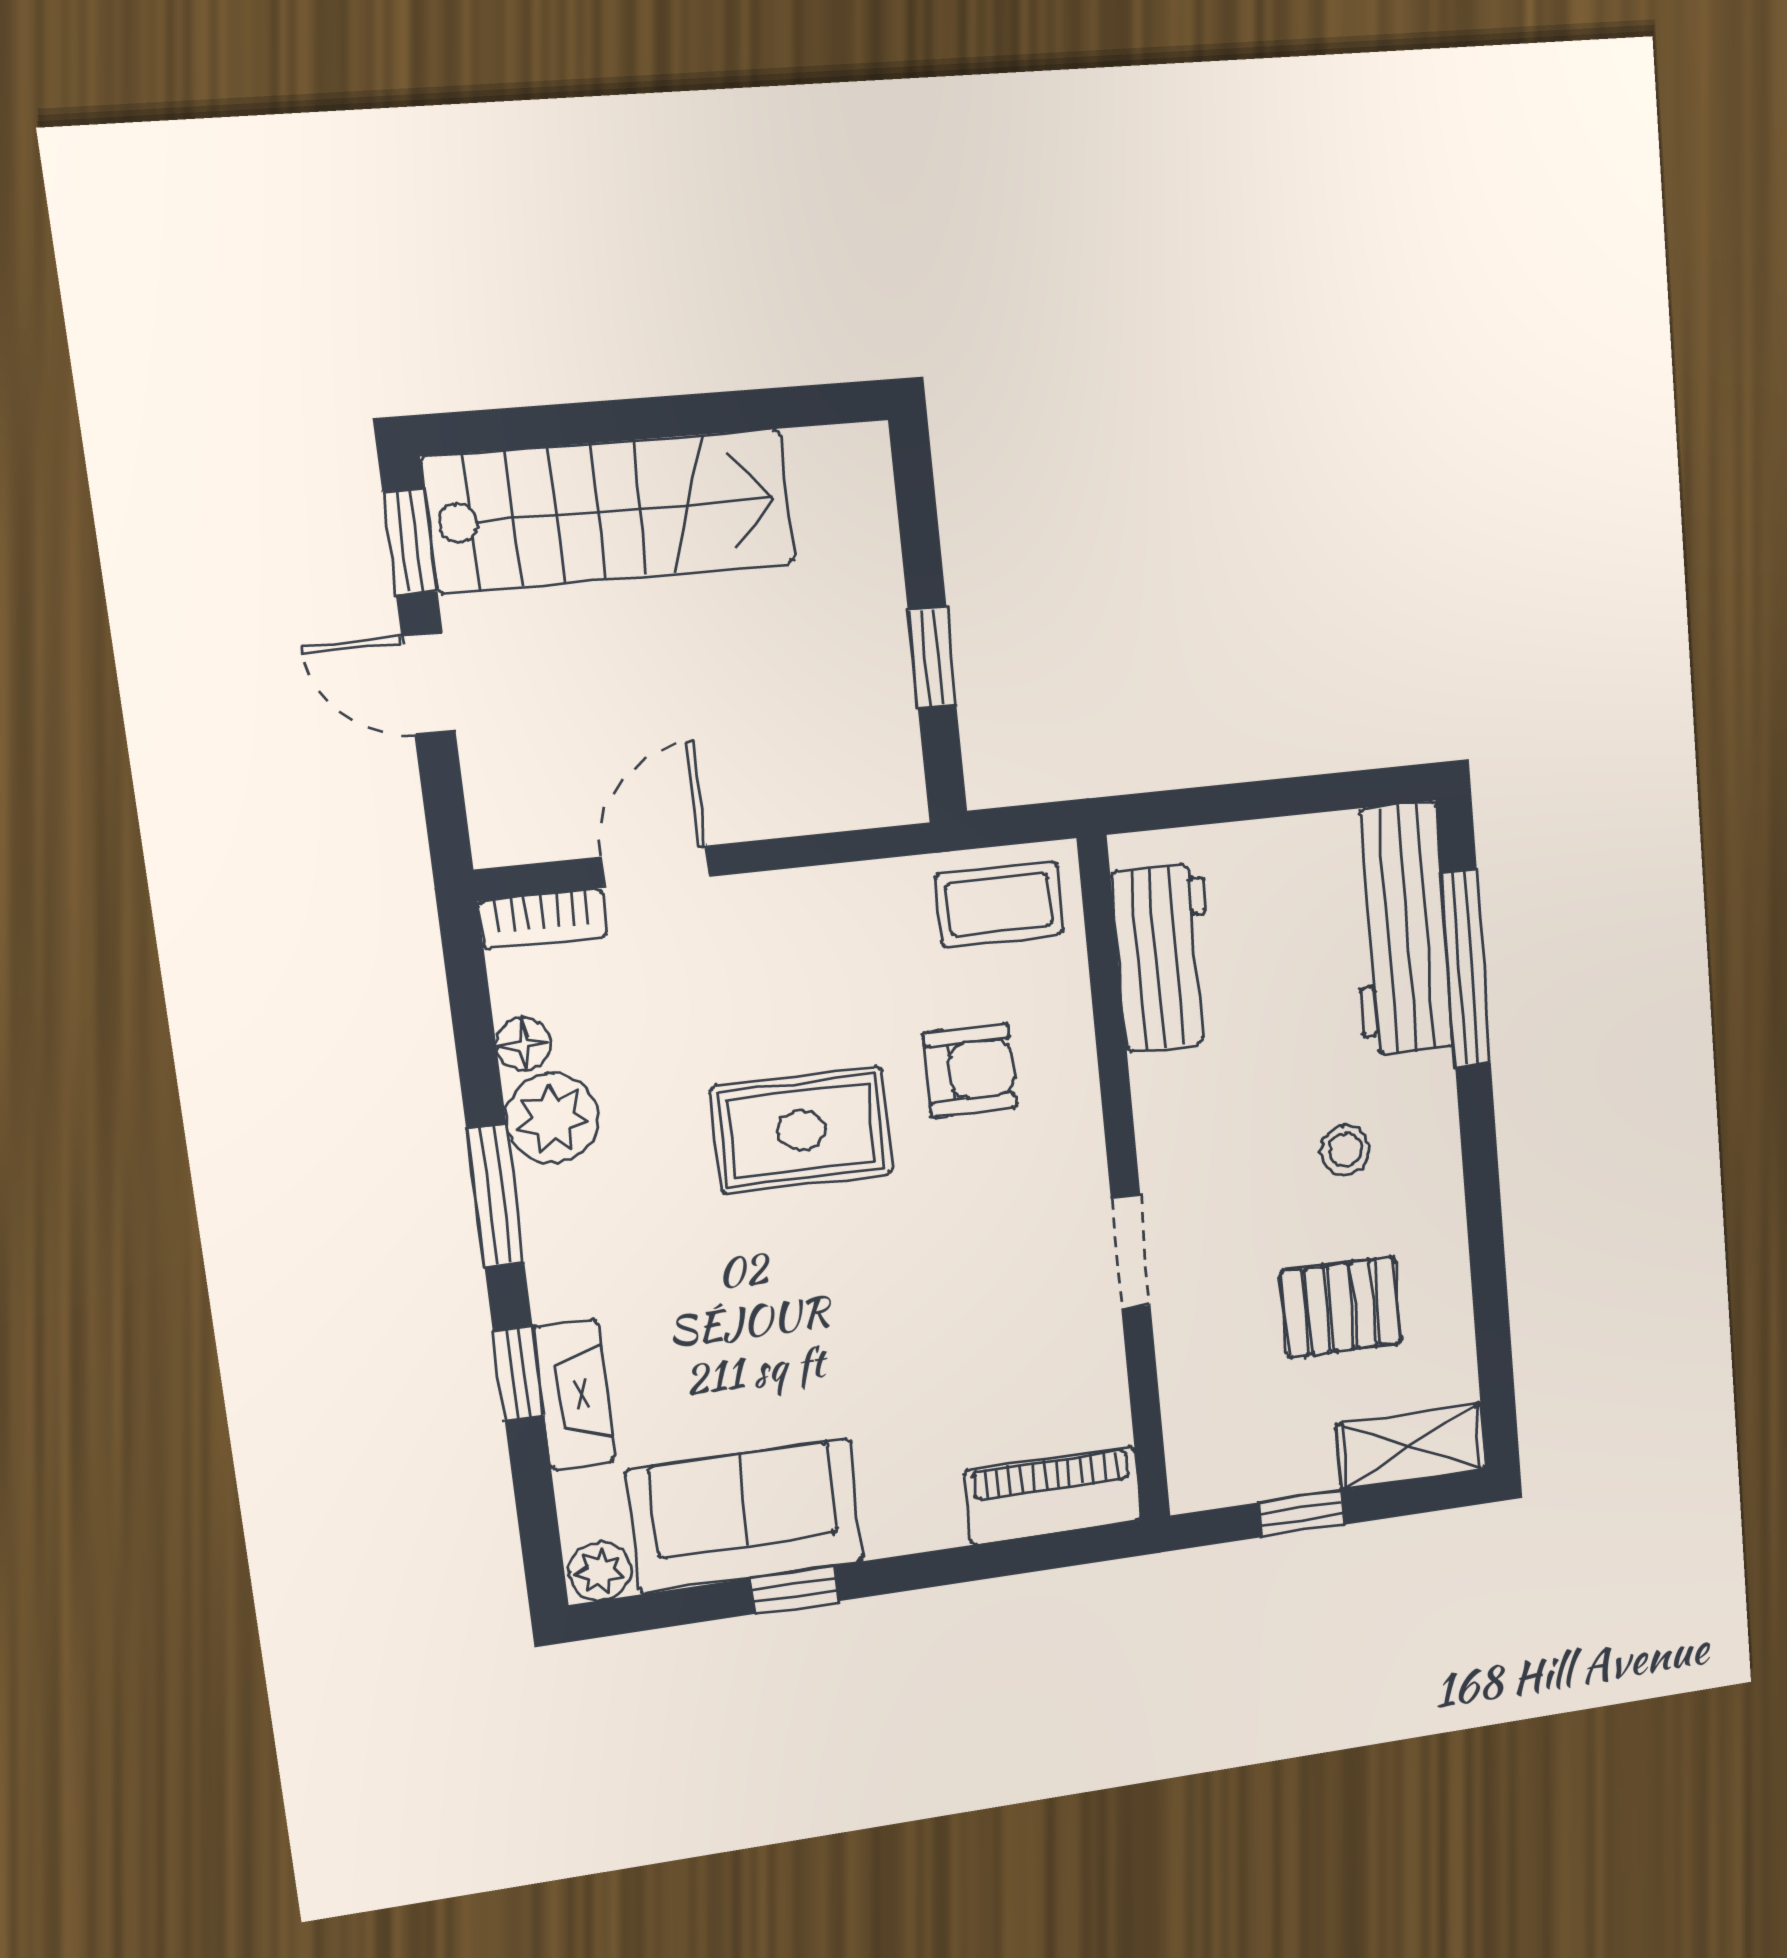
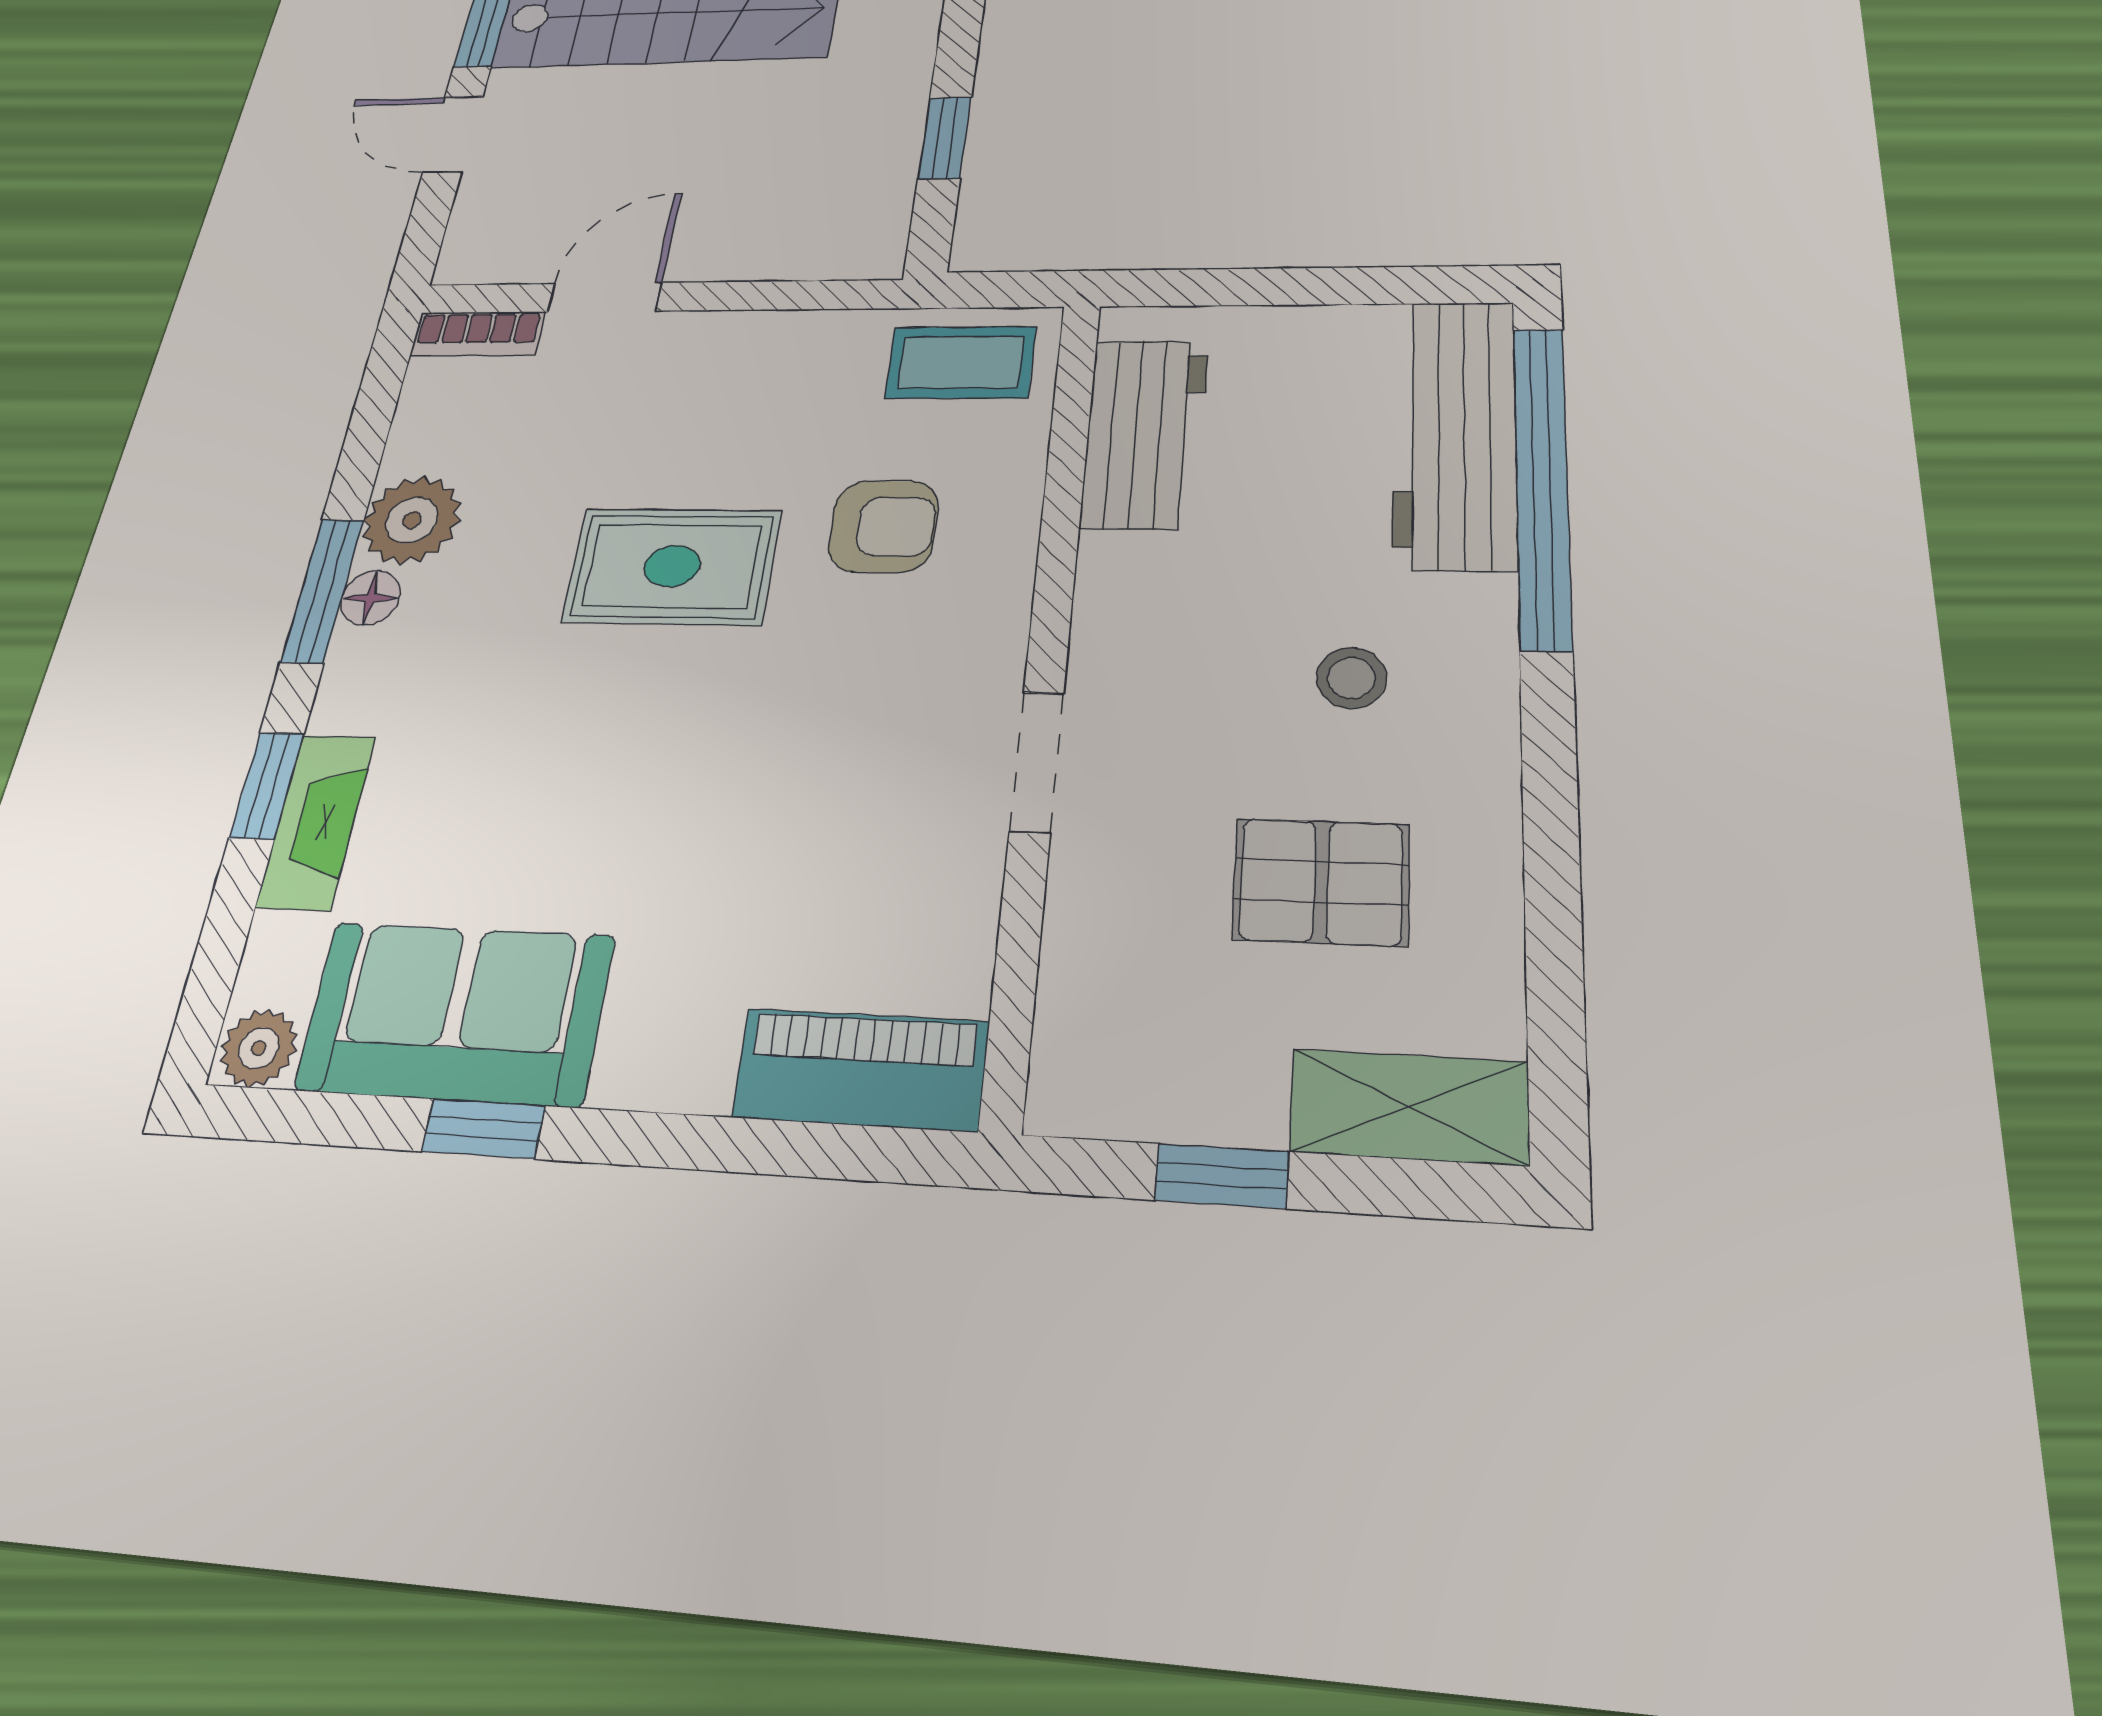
window: (1466, 968) -> (1542, 484), width x1.46
floor lamp: (523, 1044) -> (370, 598), moved

